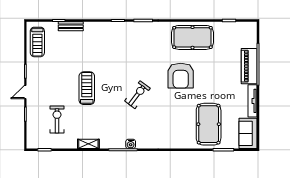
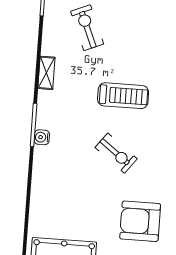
treadmill: (87, 88) -> (123, 96), moved
exercise bike: (57, 120) -> (87, 28), turned -113

